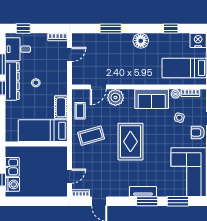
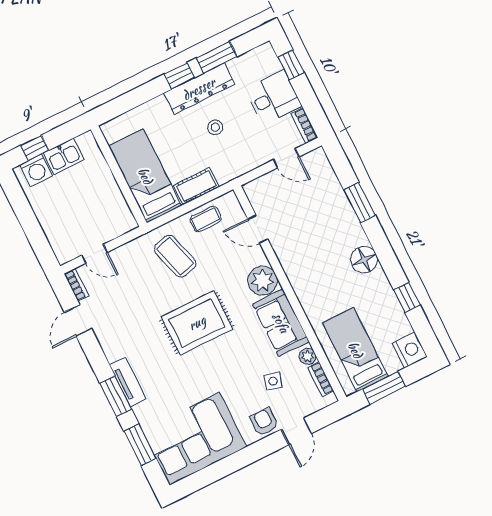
desk: (18, 49) -> (273, 97), moved, turned 90
plant: (115, 98) -> (263, 281), moved

